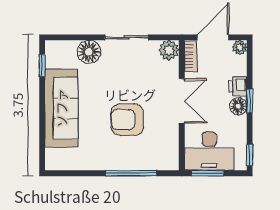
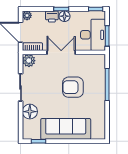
armchair: (127, 120) -> (73, 87), turned 90

